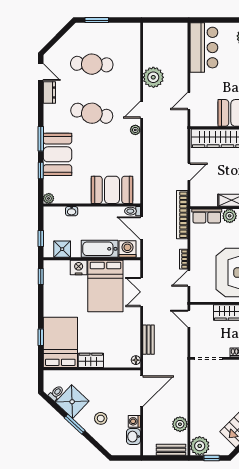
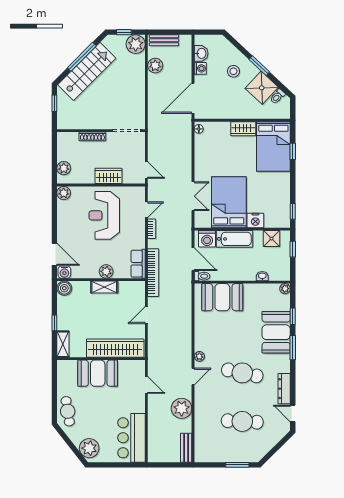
dresser: (49, 93) -> (284, 389), width x1.44
door: (189, 101) -> (146, 385), hinge flipped
row of seats: (207, 216) -> (138, 264), moved, turned -90
bench: (149, 340) -> (186, 448), moved

